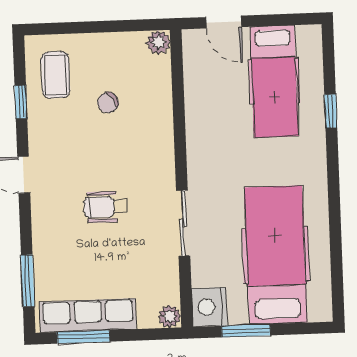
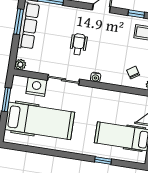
chair: (108, 103) -> (133, 73), moved
water cooler: (165, 159) -> (96, 77), added
nightstand: (209, 307) -> (36, 87), moved

